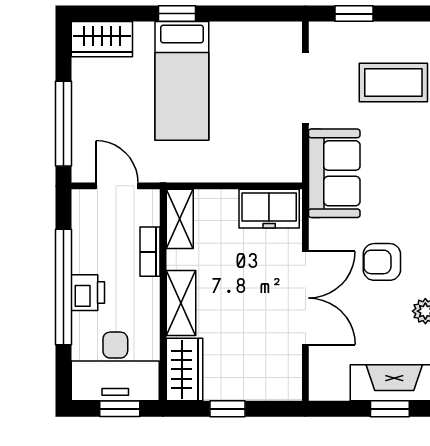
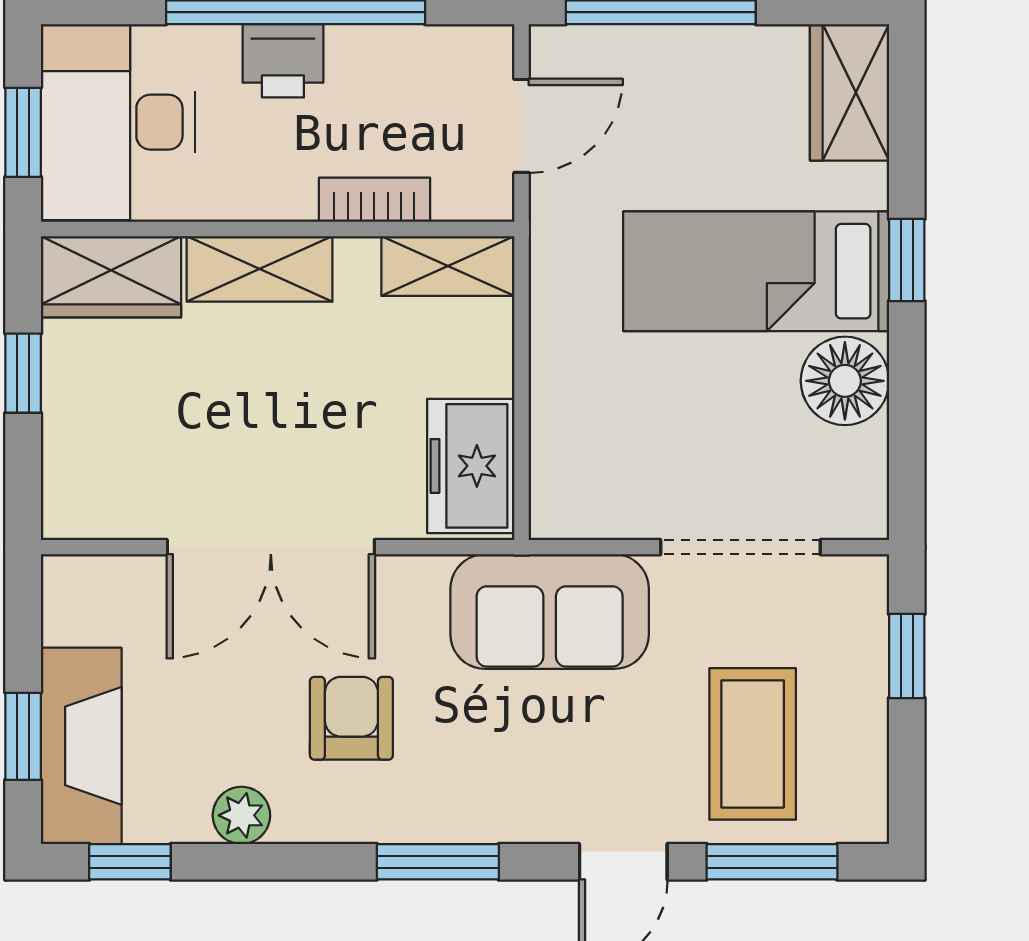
floor lamp: (231, 41) -> (845, 381), added

